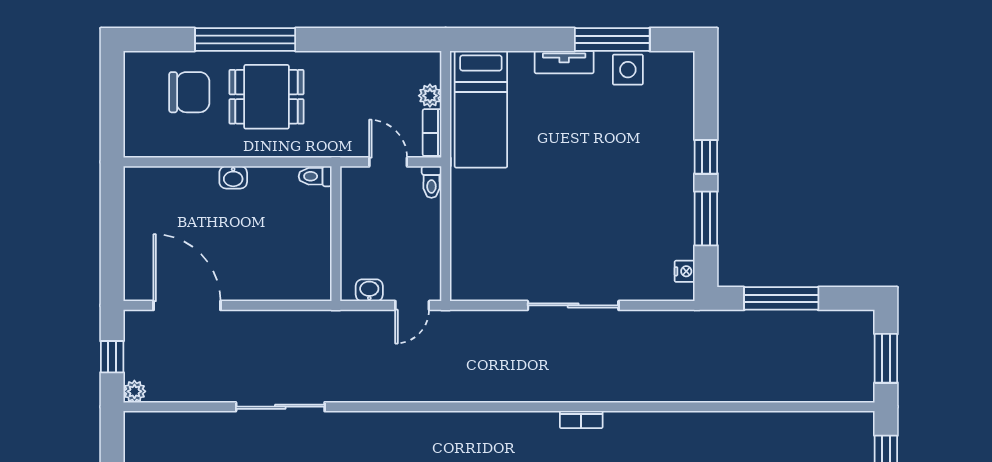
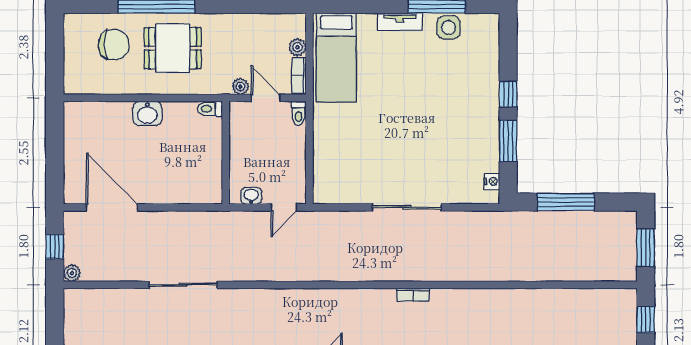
plant: (355, 147) -> (240, 87), added
washbasin: (233, 177) -> (147, 113), width x1.38, depth x1.45

